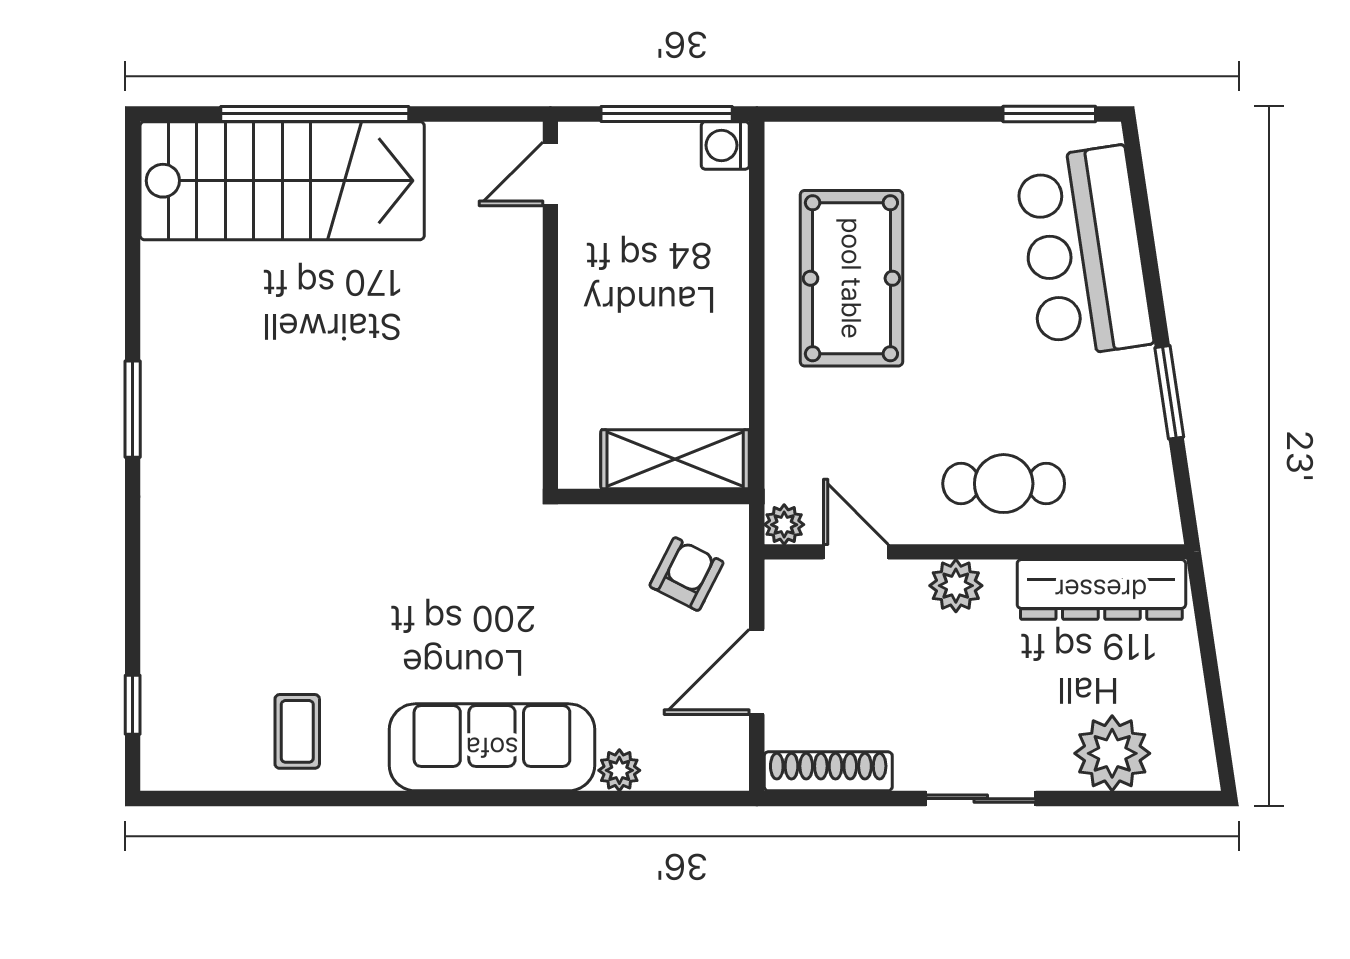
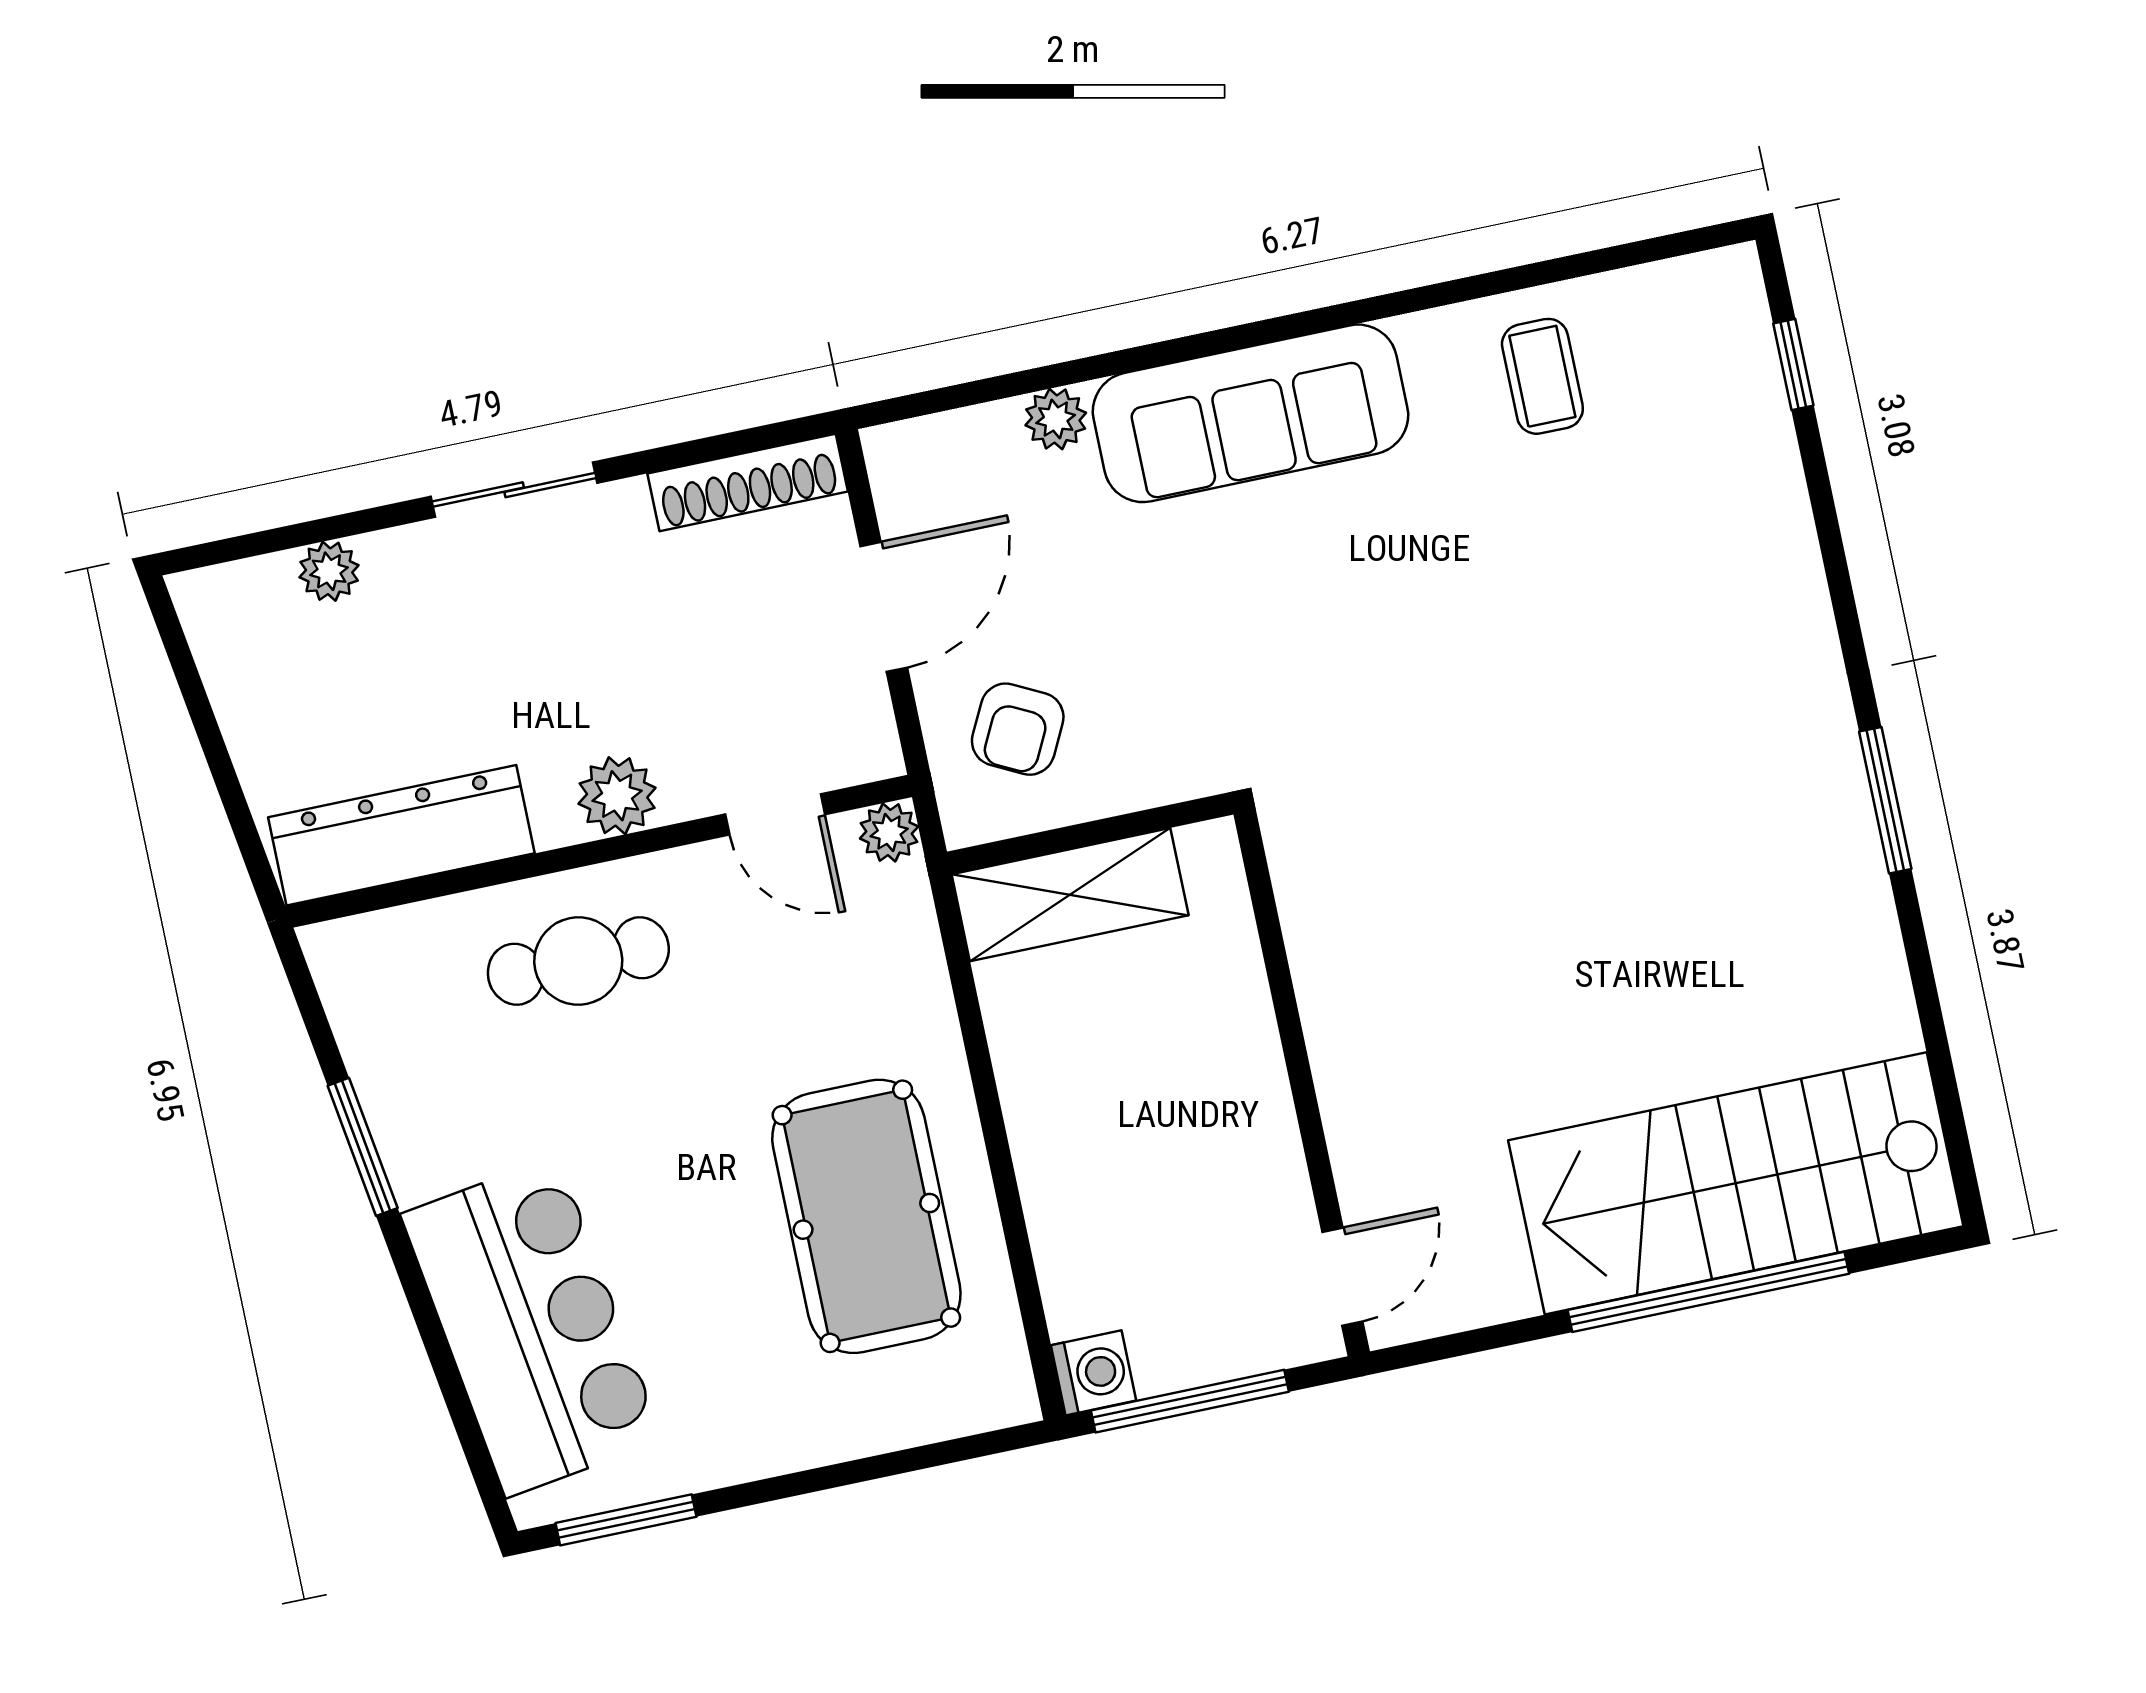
plant: (1112, 753) -> (329, 571), width x0.53, depth x0.53

